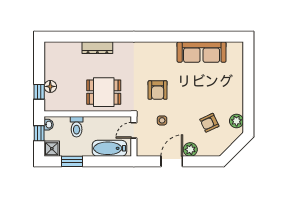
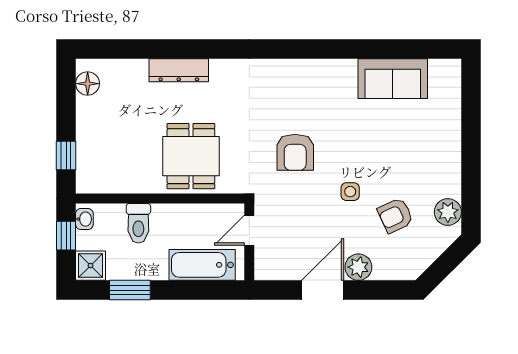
sofa: (202, 52) -> (393, 79), width x0.73
floor lamp: (50, 86) -> (88, 84), moved
dining table: (104, 92) -> (191, 156), turned 90
side table: (162, 120) -> (350, 192), moved

